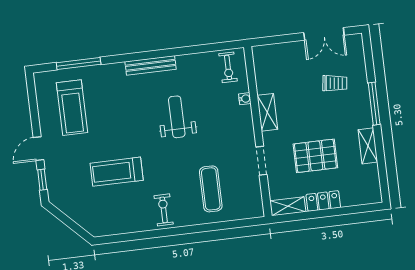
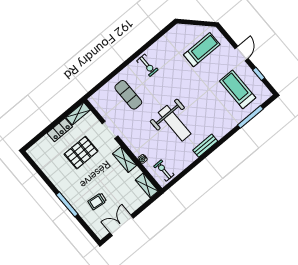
bench: (151, 65) -> (205, 146), width x0.73
weight bench: (177, 117) -> (175, 123), width x1.36, depth x1.33
shelving: (368, 146) -> (147, 185), moved
treadmill: (117, 172) -> (202, 50), moved
window: (42, 180) -> (259, 74), moved

